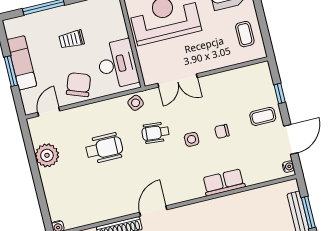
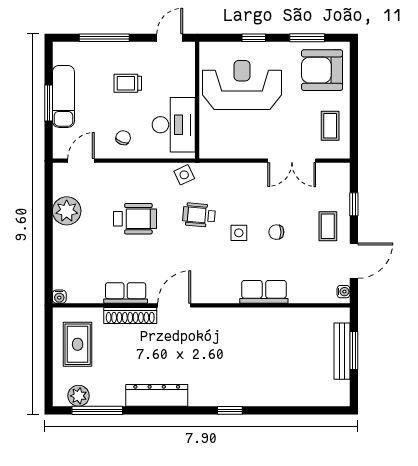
double door: (177, 80) -> (292, 161), moved
chair: (79, 85) -> (123, 138), width x0.54, depth x0.54
coffee table: (263, 116) -> (328, 226), turned 90
row of seats: (111, 211) -> (126, 293), added

